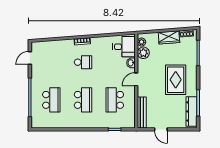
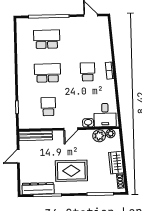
school desk: (83, 62) -> (88, 72), turned 180
door: (136, 79) -> (71, 129), swing flipped
school desk: (51, 100) -> (47, 39), turned 180
school desk: (83, 100) -> (48, 73), turned 180
school desk: (115, 100) -> (48, 107), width x0.54

